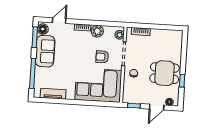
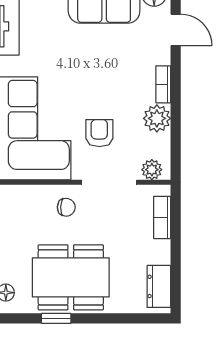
dresser: (171, 35) -> (159, 286), added
dining table: (164, 73) -> (71, 277), width x1.38

